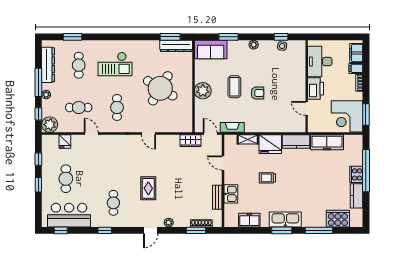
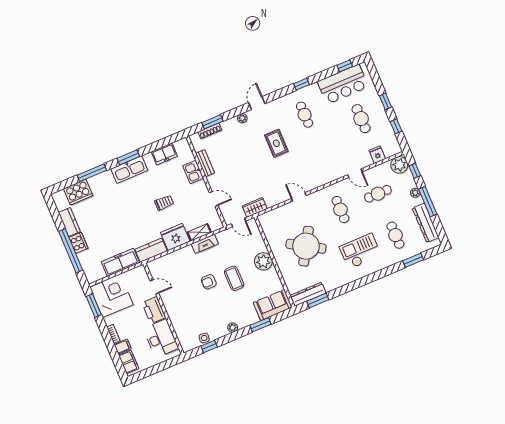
fireplace: (232, 127) -> (205, 244), moved

